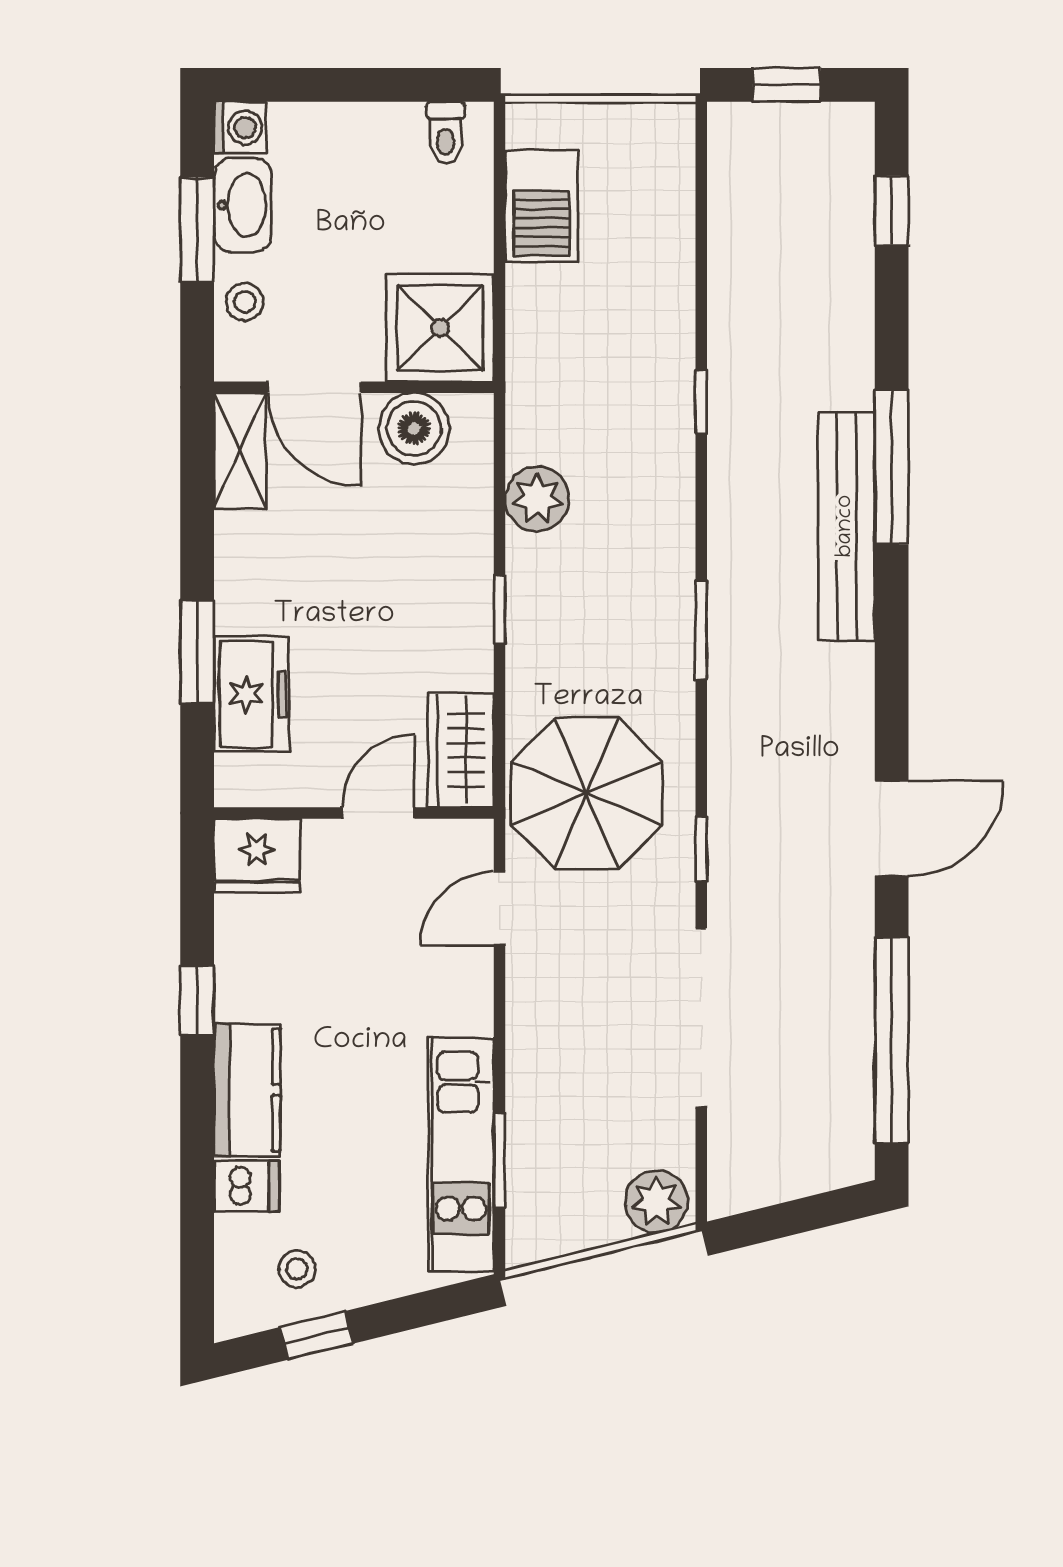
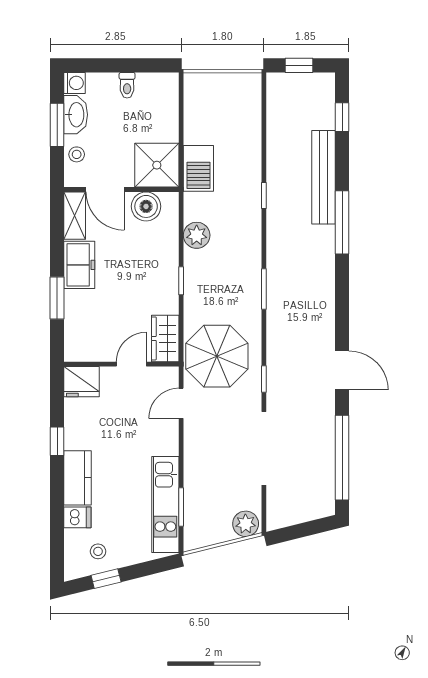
toilet: (446, 133) -> (127, 85), moved
barbecue: (542, 206) -> (198, 168), moved
bench: (846, 526) -> (324, 177), moved
freezer: (251, 694) -> (79, 265), moved
door: (892, 828) -> (342, 370), hinge flipped

